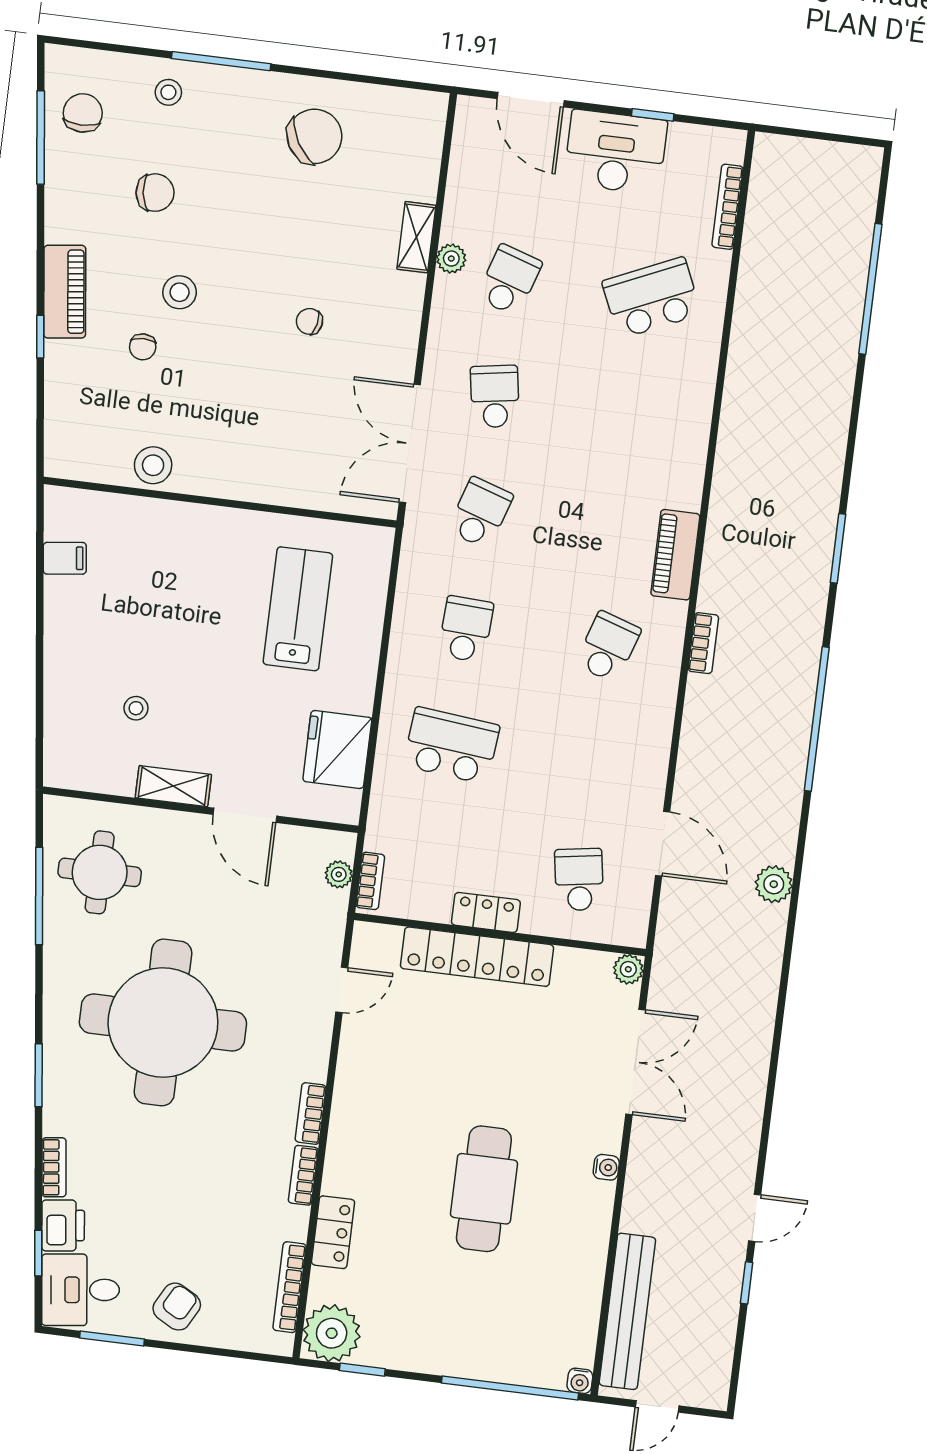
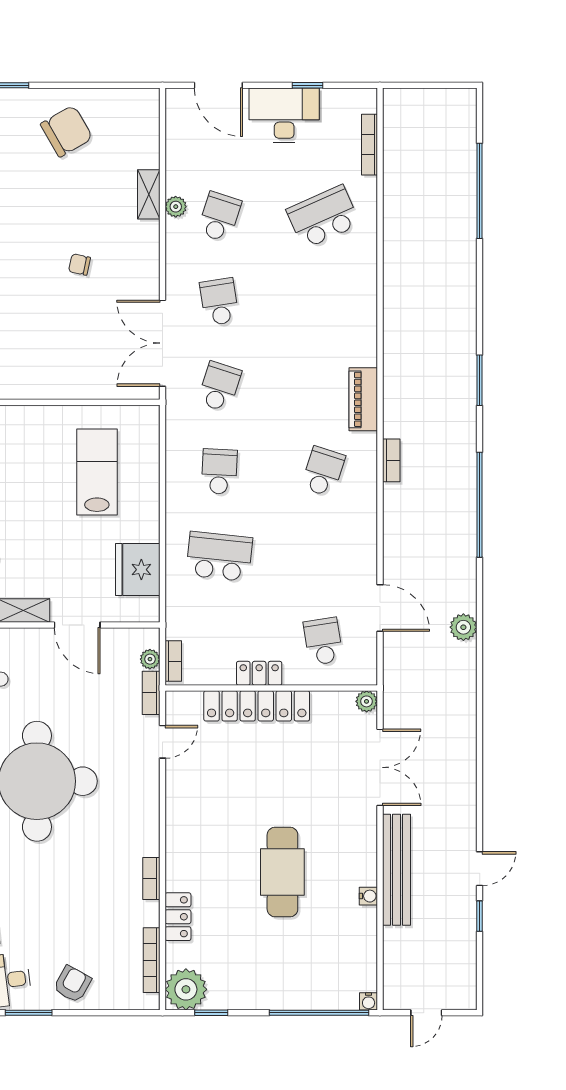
bookcase: (311, 1113) -> (151, 693), moved
water cooler: (606, 1167) -> (368, 896), moved
bench: (627, 1311) -> (396, 870), moved

